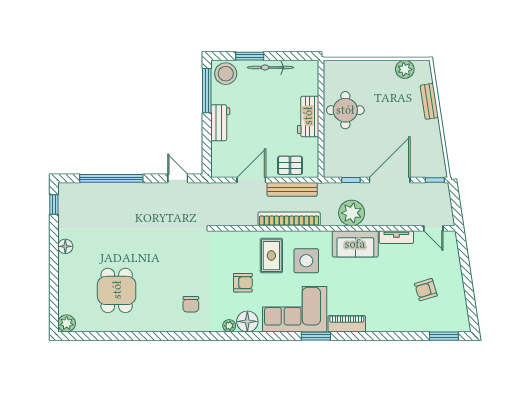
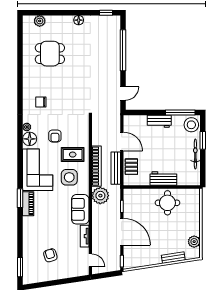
plant: (352, 213) -> (100, 196), moved
door: (433, 228) -> (90, 260), swing flipped
plant: (67, 323) -> (40, 21), moved
window: (316, 336) -> (20, 198), moved

